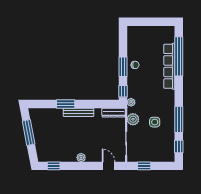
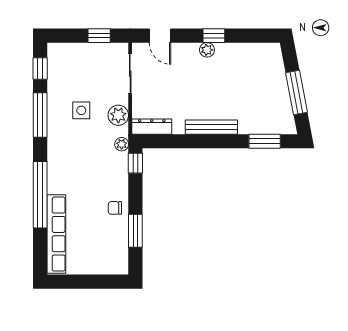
window: (179, 56) -> (40, 195), moved
row of seats: (169, 66) -> (56, 234), moved
window: (123, 67) -> (135, 231), moved
window: (66, 104) -> (265, 141), moved
window: (54, 166) -> (214, 36), moved

